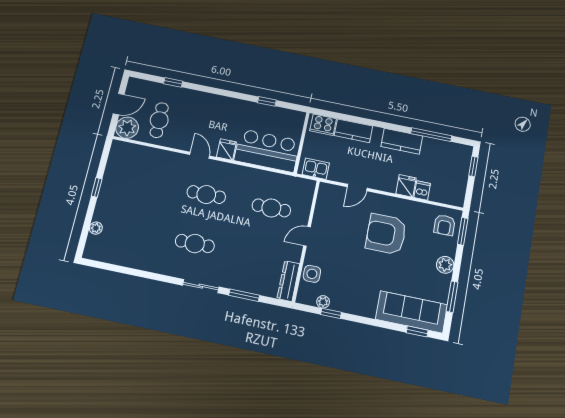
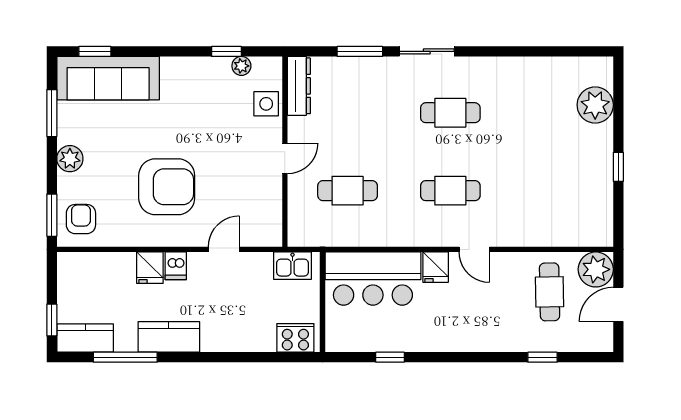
kitchen counter: (353, 131) -> (85, 338), moved
dishwasher: (422, 190) -> (176, 266), moved
plant: (96, 228) -> (595, 105), width x1.88, depth x1.88

